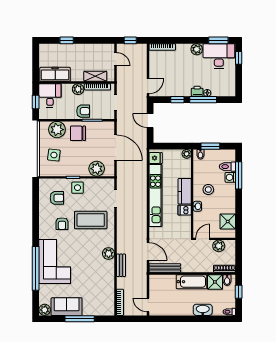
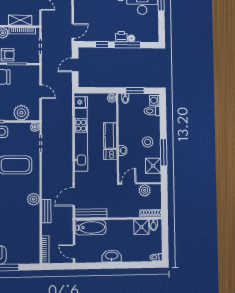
door: (150, 121) -> (75, 65), hinge flipped
door: (116, 148) -> (41, 92), width x0.53
window: (239, 175) -> (164, 152), moved
washing machine: (230, 177) -> (155, 100), moved
plant: (110, 183) -> (35, 127), added
stool: (208, 190) -> (148, 142), moved
door: (148, 252) -> (74, 197), swing flipped
bathtub: (191, 282) -> (90, 227), moved
window: (239, 292) -> (165, 237), removed
washbasin: (203, 310) -> (112, 256), moved

